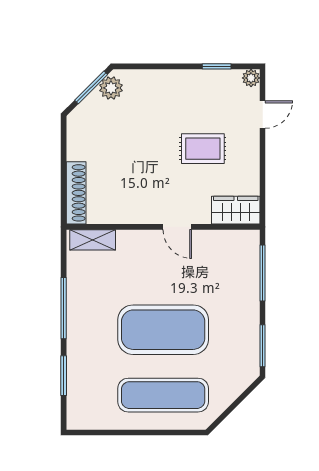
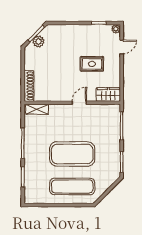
plant: (111, 88) -> (38, 41), moved
door: (177, 227) -> (79, 103), swing flipped

